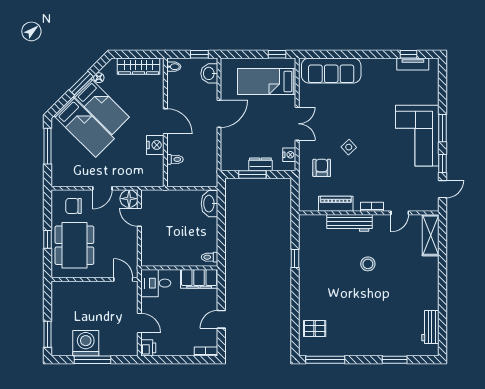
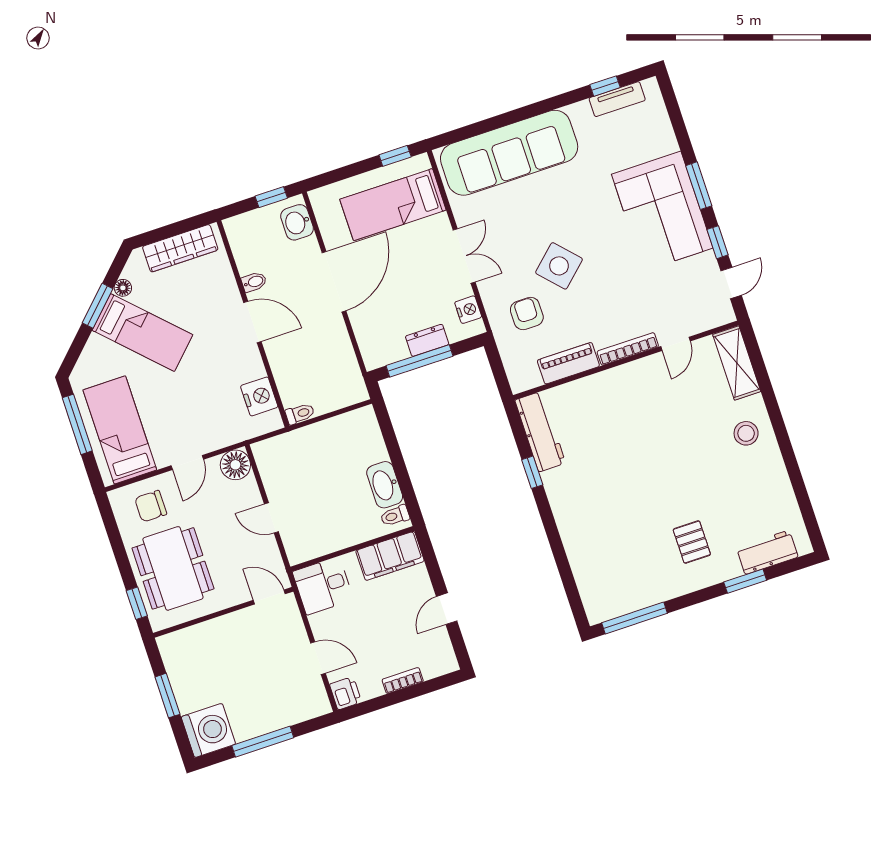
bidet: (174, 67) -> (254, 282), moved
sofa: (331, 71) -> (509, 153), width x1.36, depth x1.27
door: (219, 114) -> (334, 282), width x1.36
bed: (84, 127) -> (120, 430), moved, turned -135
nightstand: (155, 145) -> (259, 396), moved
side table: (349, 147) -> (559, 266), width x1.87, depth x1.87
toilet: (175, 159) -> (300, 414), moved
window: (252, 174) -> (419, 361), width x1.44
washbasin: (209, 204) -> (385, 485), moved
bookcase: (372, 207) -> (628, 349), width x1.56
door: (139, 217) -> (271, 518), moved
workbench: (350, 223) -> (540, 432), moved, turned -90
window: (47, 239) -> (137, 603), moved
stool: (368, 264) -> (746, 433), moved
workbench: (430, 327) -> (767, 552), moved, turned 90
pallet: (315, 328) -> (692, 542), moved, turned 90
window: (47, 334) -> (167, 696), moved
washing machine: (86, 343) -> (208, 730), moved, turned 90
bookcase: (206, 351) -> (403, 680), moved

